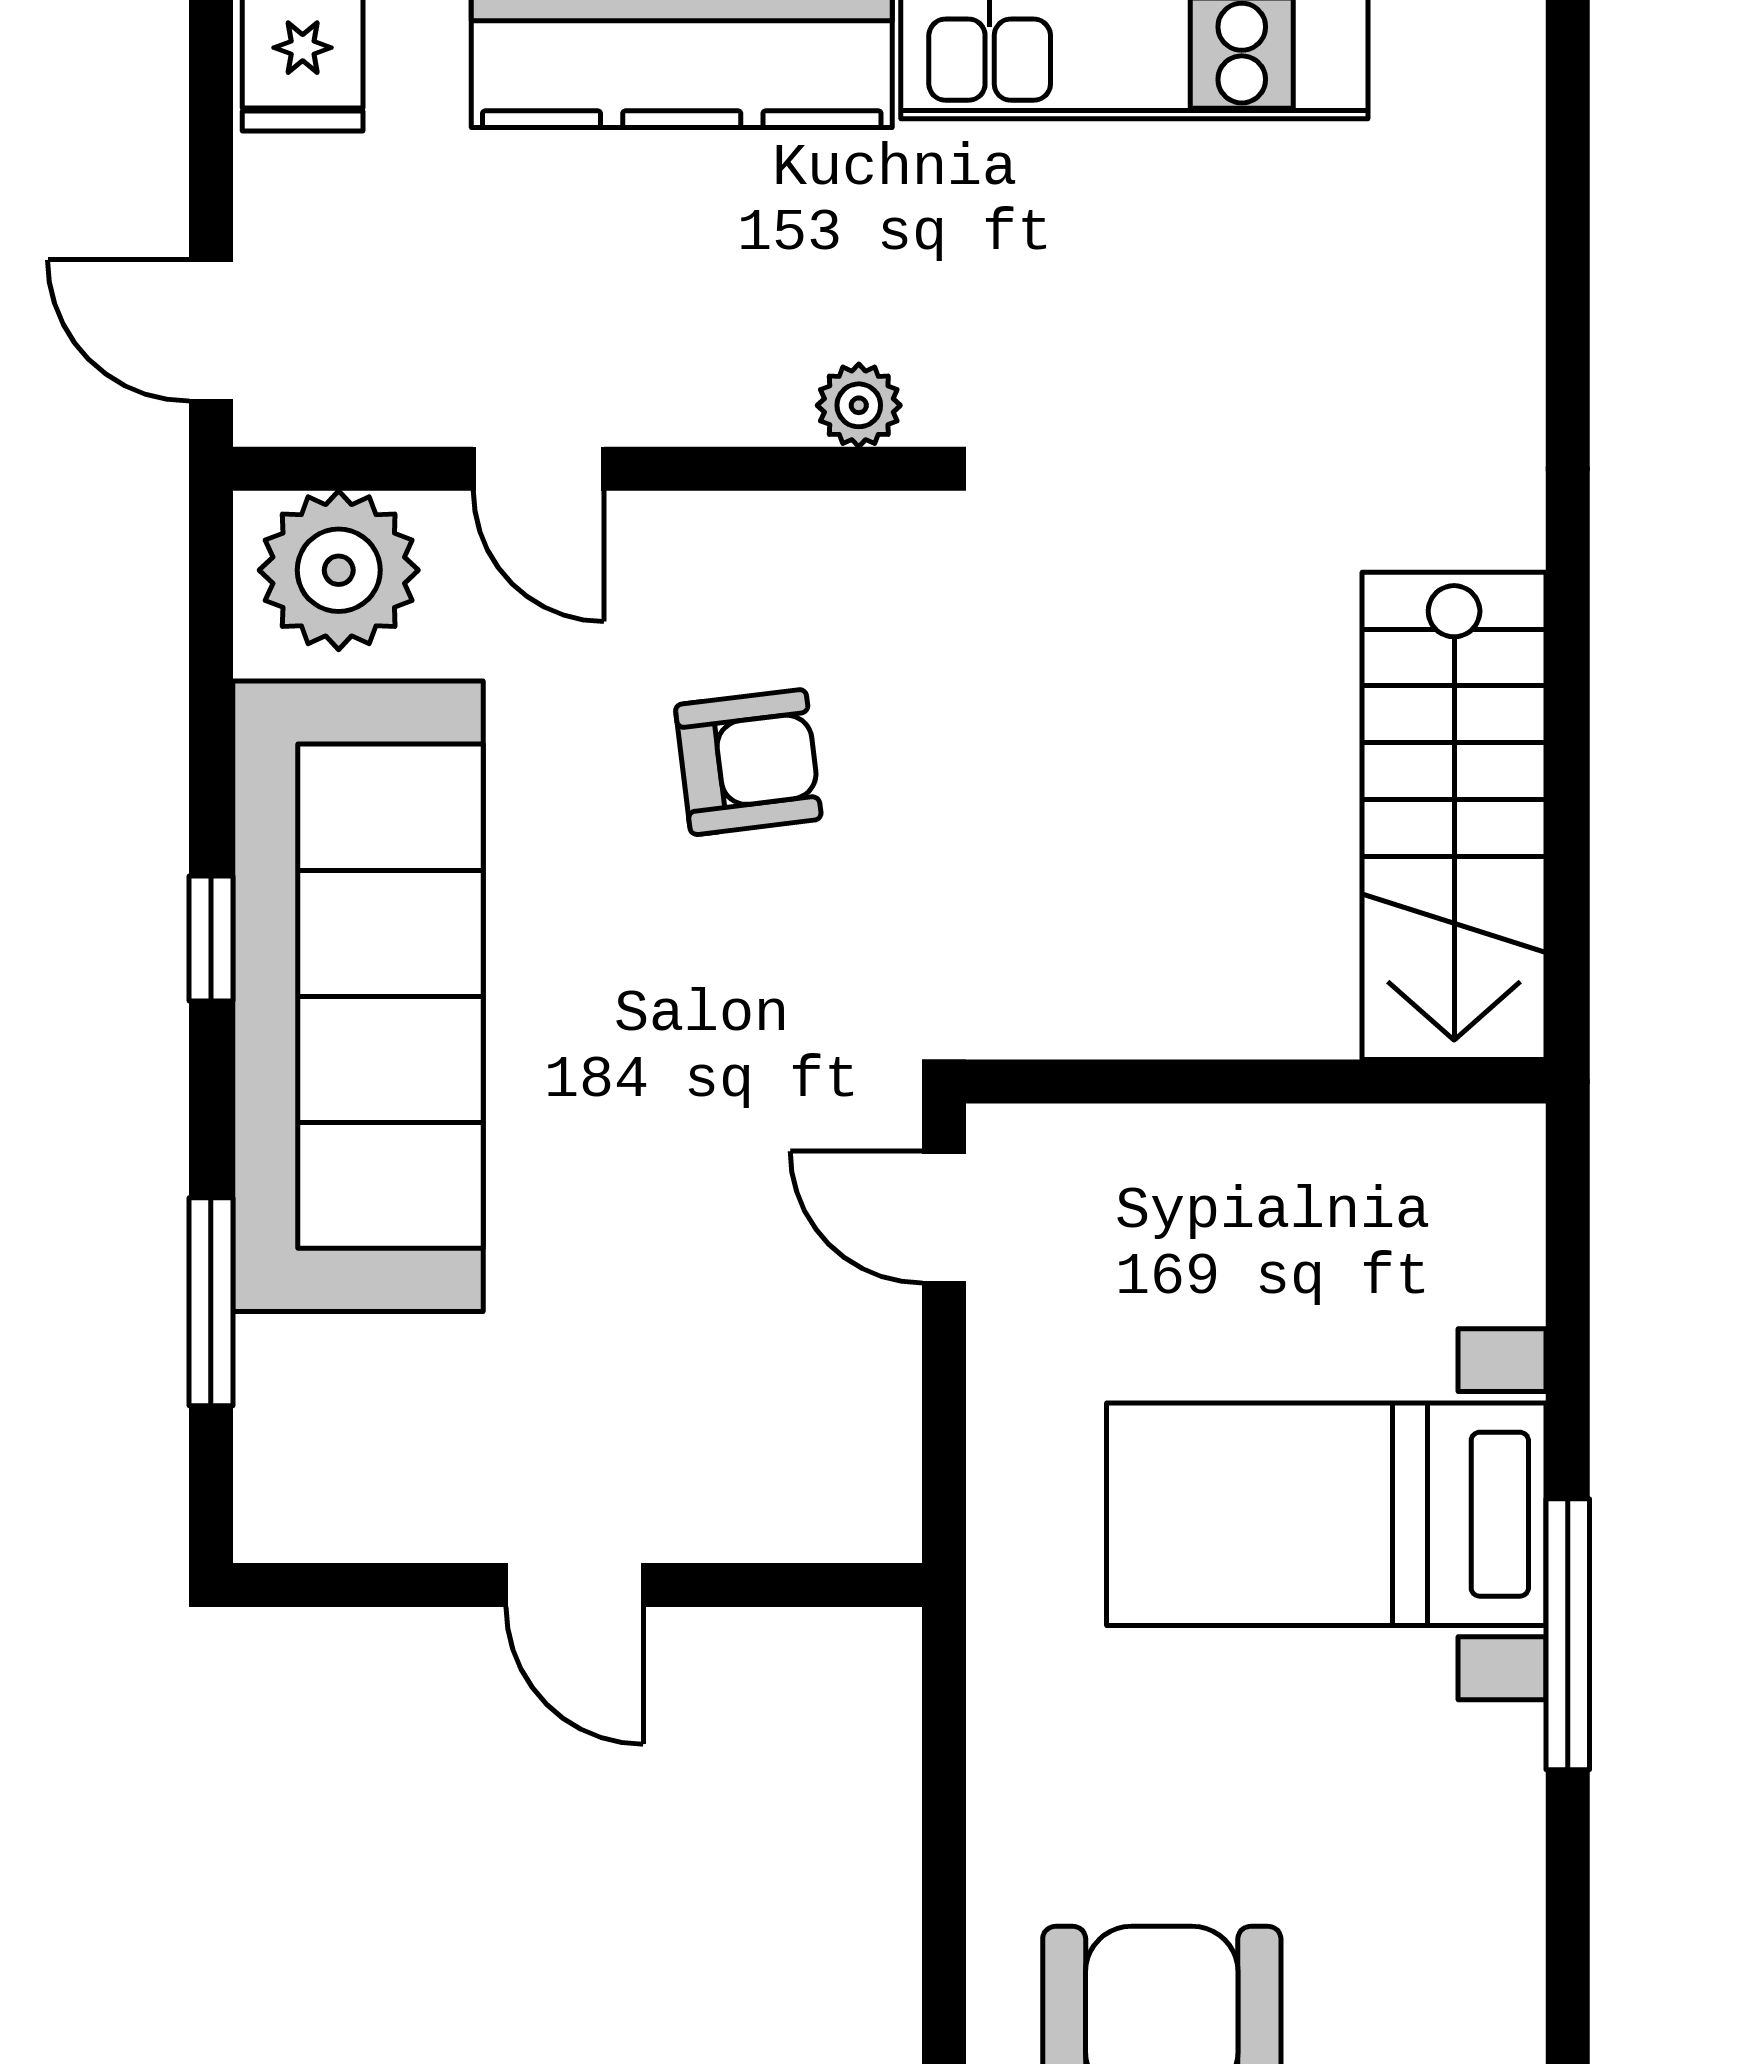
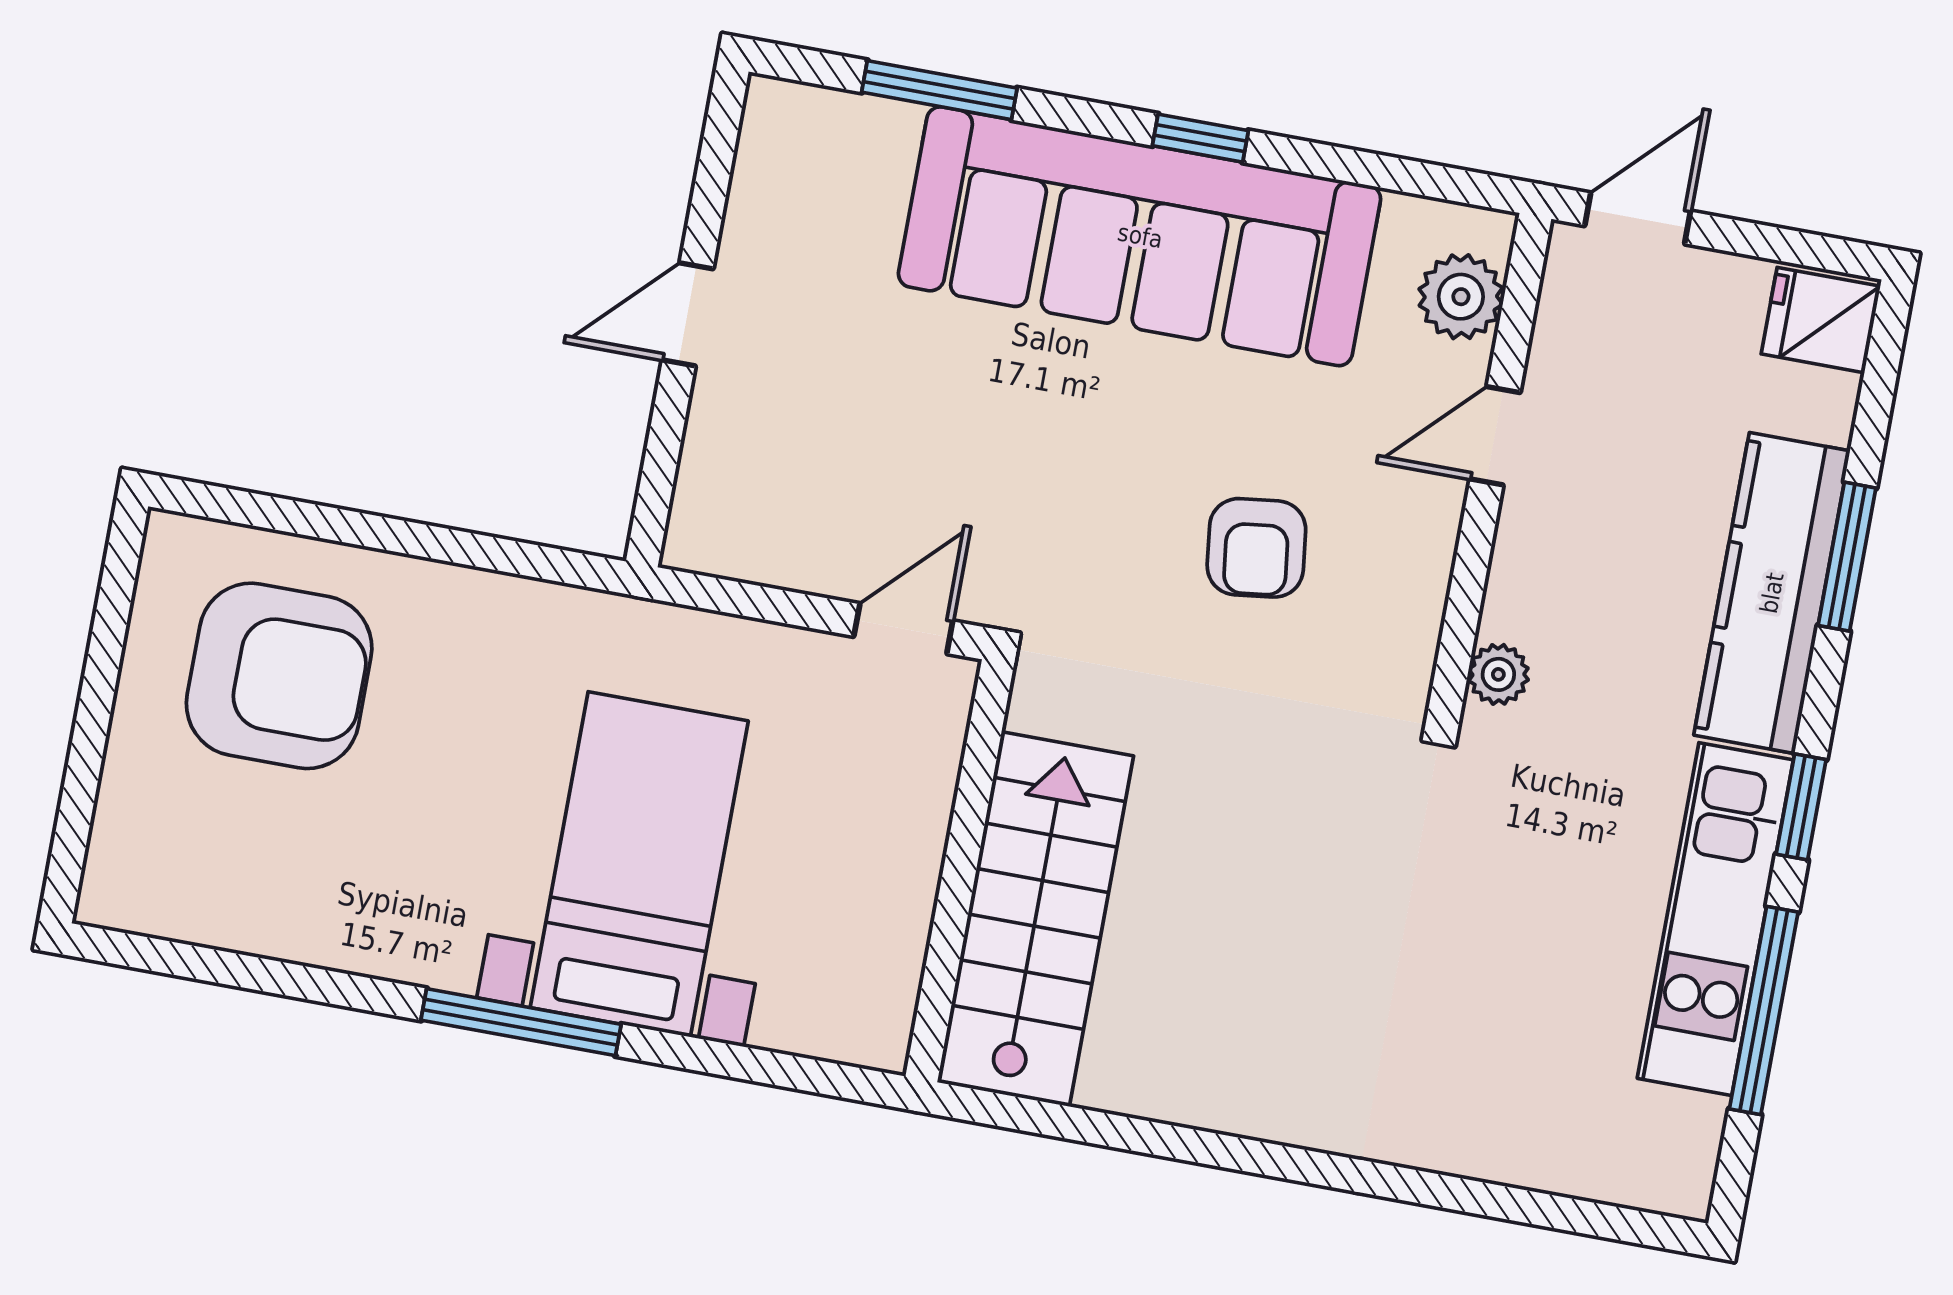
plant: (339, 570) -> (1461, 297), width x0.73, depth x0.73
stairs: (1454, 816) -> (1035, 919), moved, turned 90

